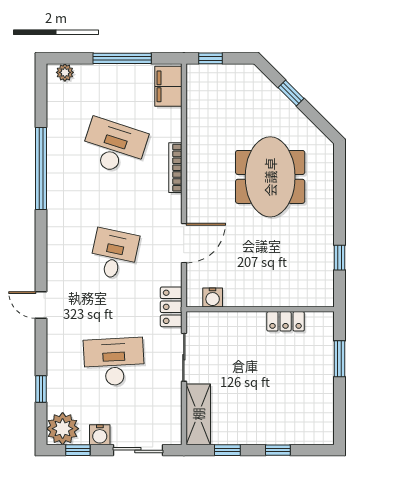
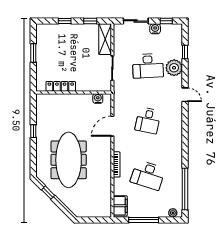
window: (211, 58) -> (99, 220), removed
window: (291, 93) -> (48, 193), moved
window: (41, 168) -> (185, 189), moved
meeting table: (270, 177) -> (69, 160), width x1.36
window: (340, 258) -> (33, 131), moved
locker: (171, 307) -> (119, 94), removed
locker: (286, 321) -> (61, 86), width x1.53
window: (340, 359) -> (33, 53), moved
plant: (63, 429) -> (174, 68), moved

